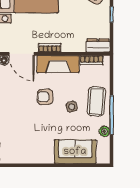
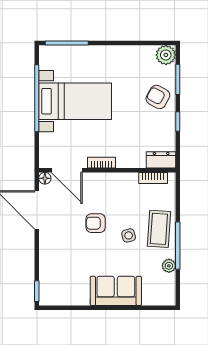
fireplace: (58, 64) -> (112, 183), removed
sofa: (75, 152) -> (116, 291), moved

